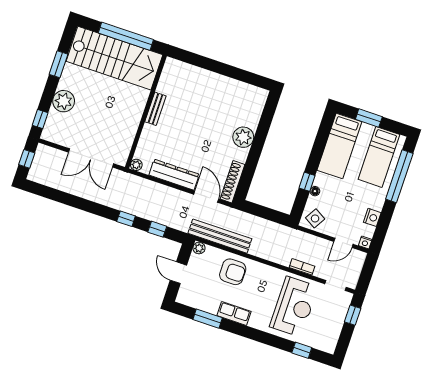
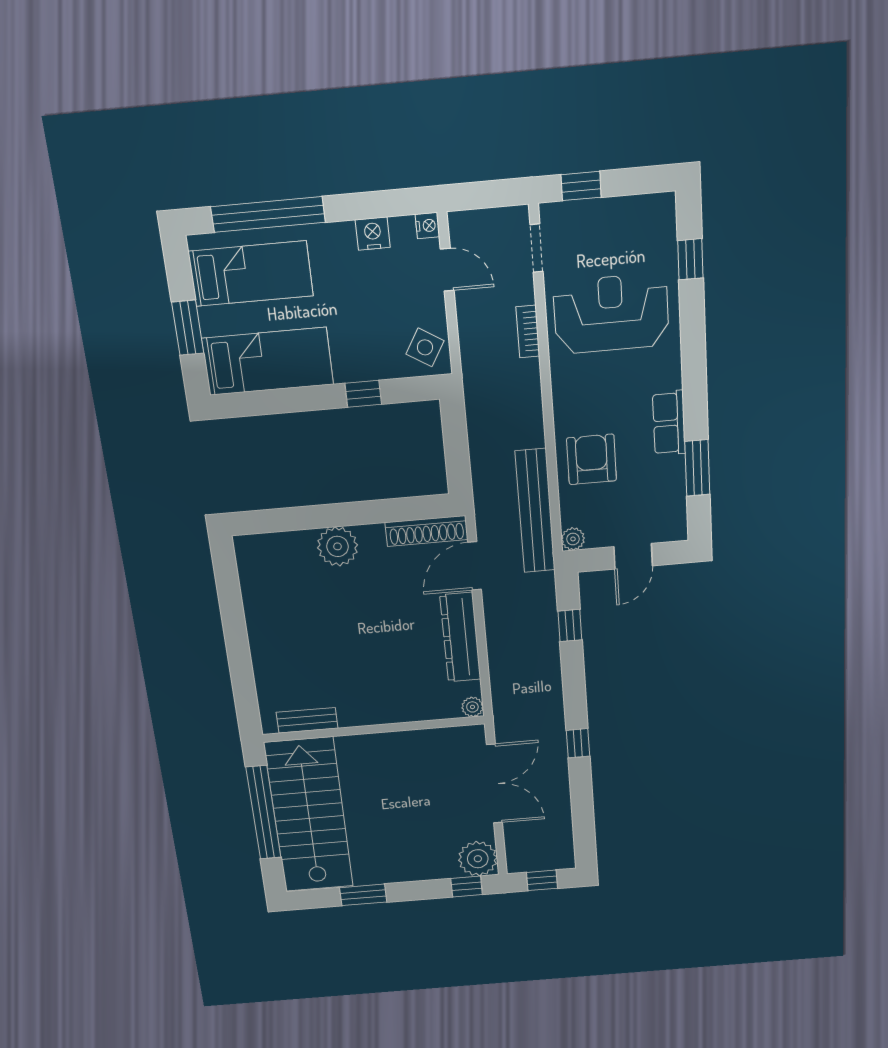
plant: (64, 101) -> (478, 859), moved
bench: (155, 109) -> (307, 720), moved
floor lamp: (315, 191) -> (374, 371), removed
window: (126, 219) -> (578, 743), moved

